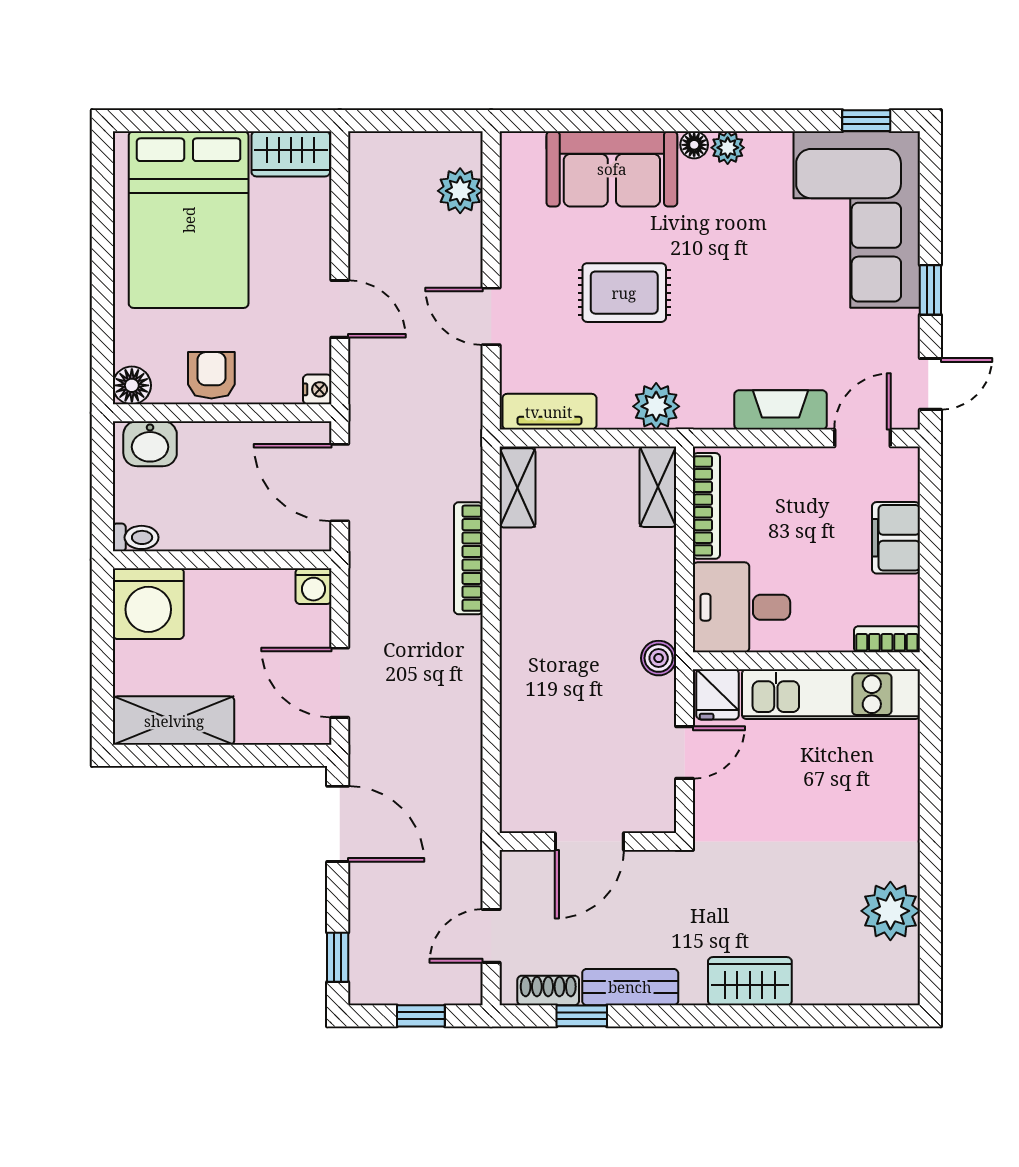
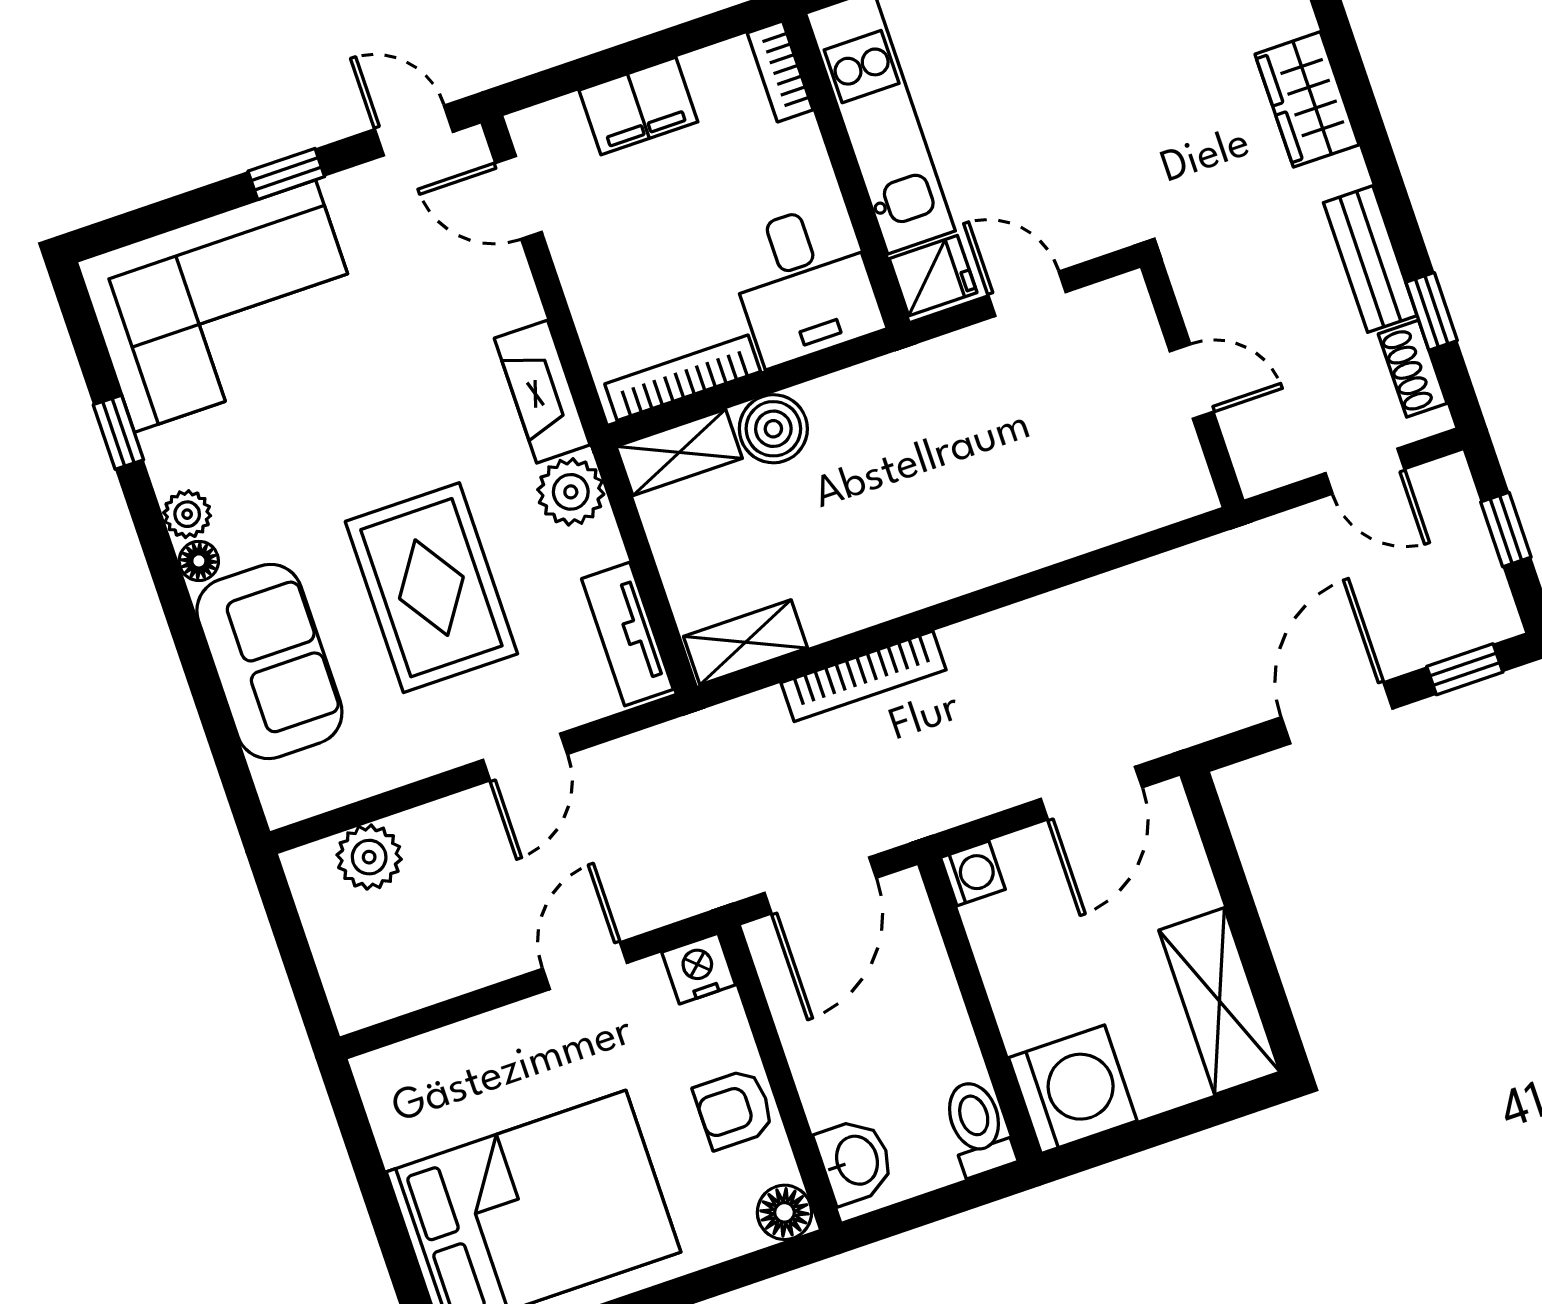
window: (866, 121) -> (118, 432), moved
wardrobe: (291, 154) -> (397, 1104), removed
rug: (624, 293) -> (431, 588), width x1.36, depth x1.43
nightstand: (317, 389) -> (699, 969), width x1.39, depth x1.35
fireplace: (781, 410) -> (542, 392), moved
toilet: (136, 537) -> (978, 1127), width x1.37, depth x1.39
boiler: (659, 658) -> (773, 429), moved, width x1.36, depth x1.36
door: (338, 824) -> (1337, 713), moved
door: (589, 841) -> (1192, 382), width x0.73

